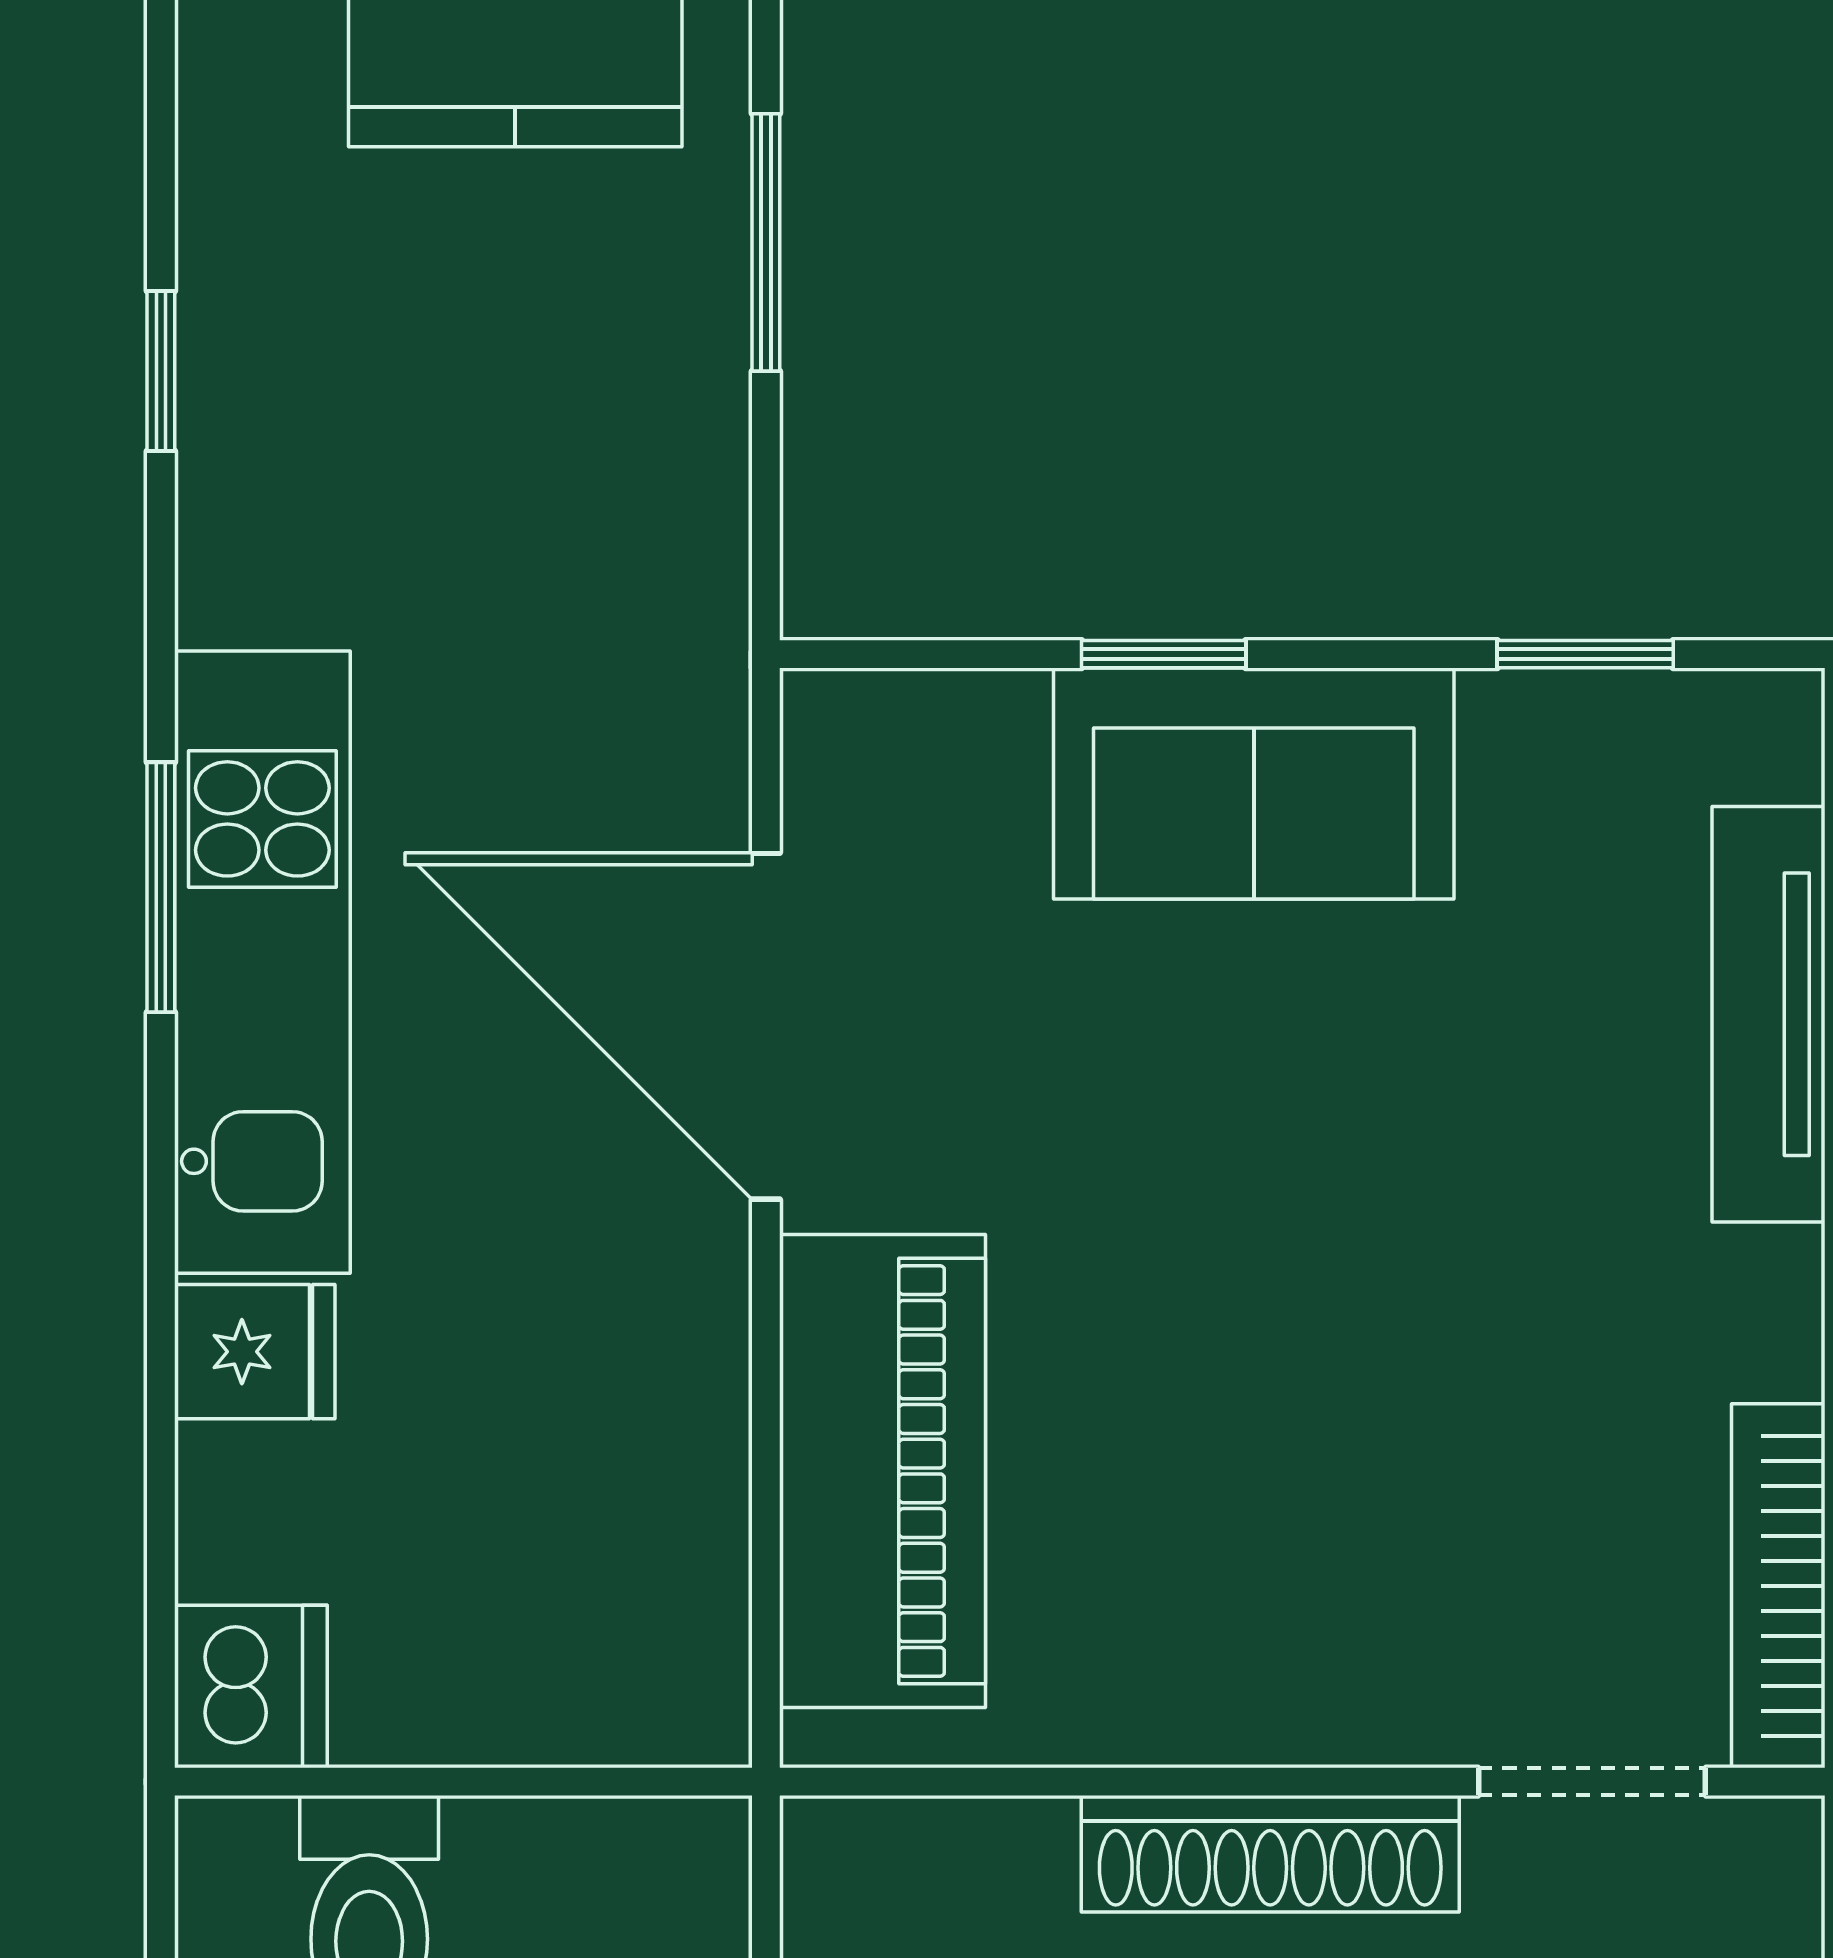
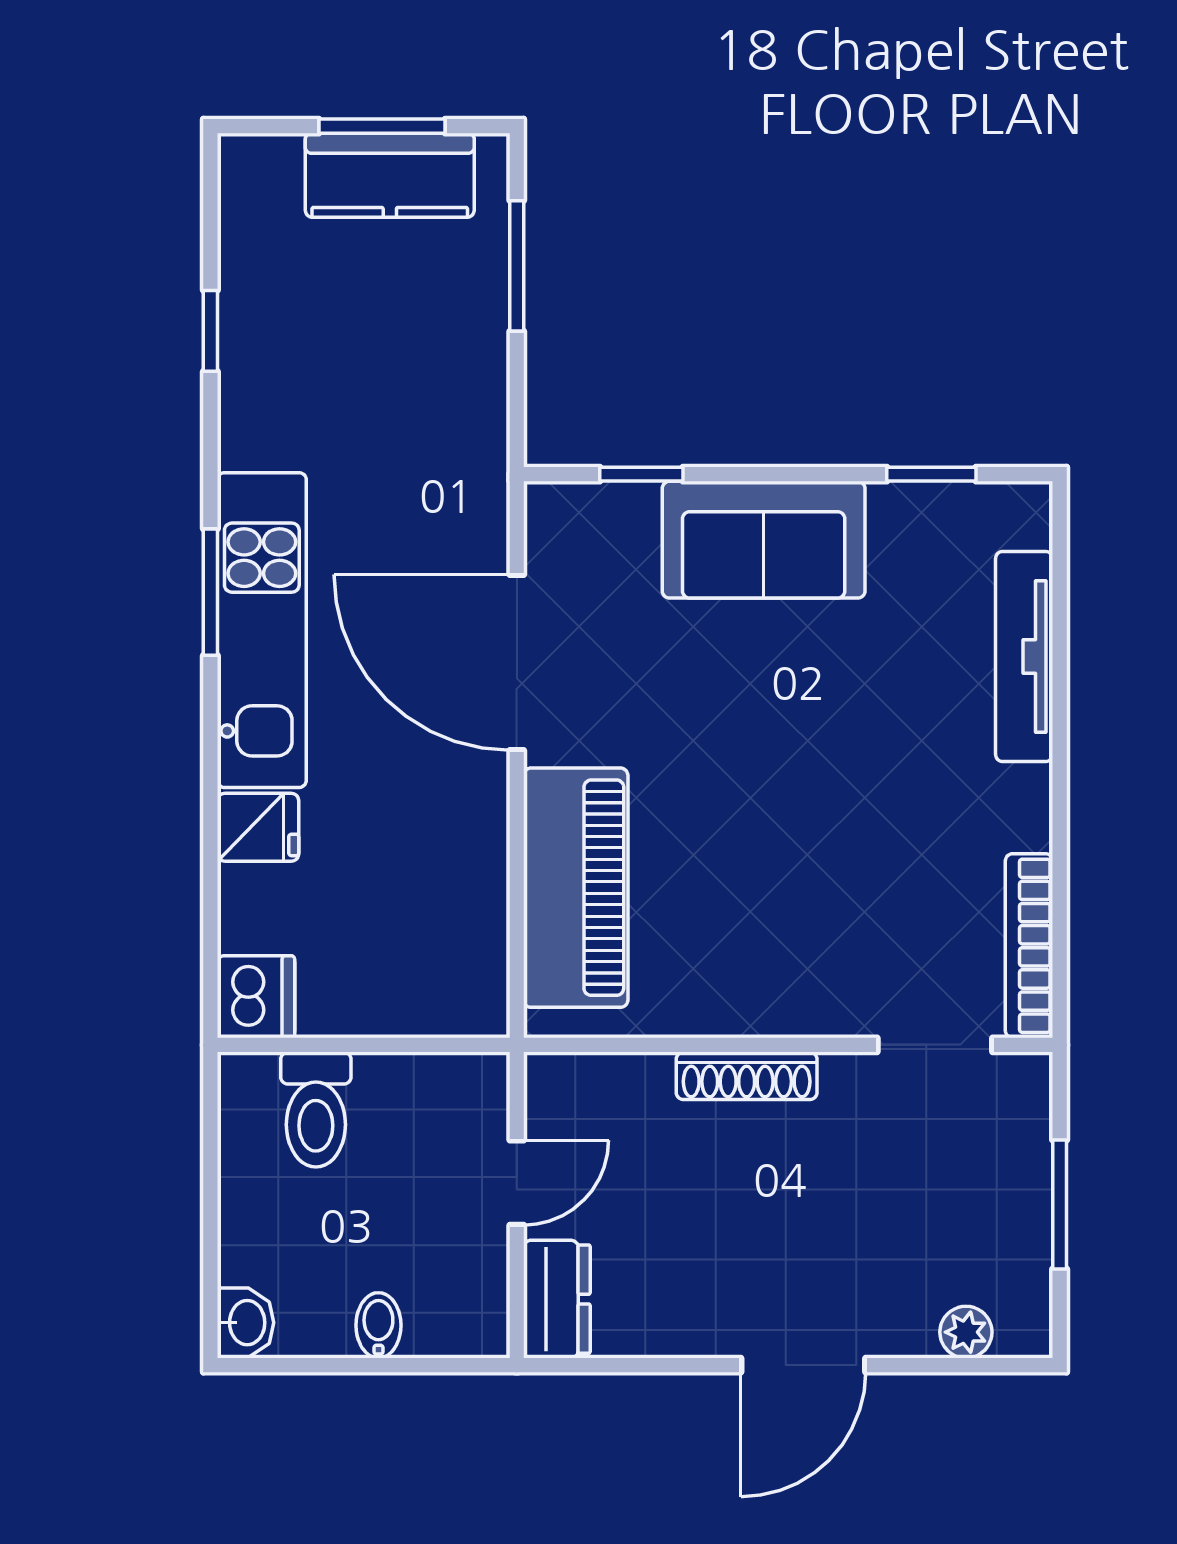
window: (1164, 654) -> (641, 474), moved
shoe rack: (1270, 1854) -> (747, 1076), width x0.74, depth x0.81

